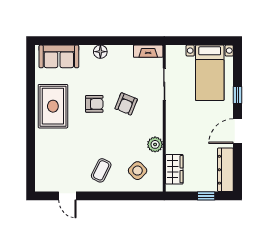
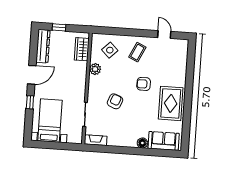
floor lamp: (100, 52) -> (142, 143), moved
armchair: (94, 104) -> (144, 84), moved

